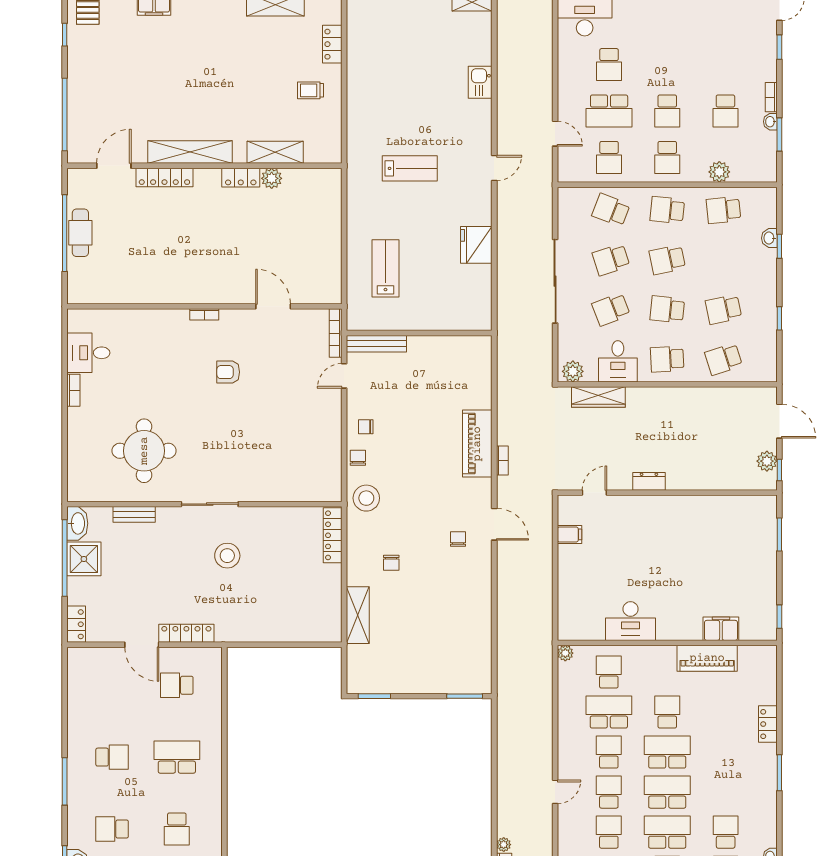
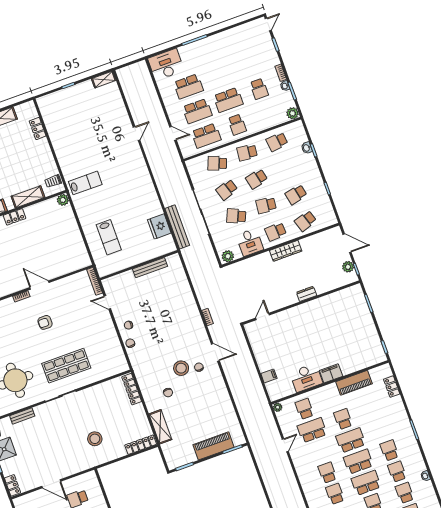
school desk: (609, 65) -> (188, 86), width x1.85
kitchen sink: (480, 82) -> (123, 120), removed
trolley: (310, 90) -> (53, 181), moved
school desk: (667, 111) -> (228, 100), width x1.85
school desk: (609, 157) -> (206, 136), width x1.85
lab bench: (410, 168) -> (85, 183), moved
door: (494, 168) -> (137, 134), moved
plant: (719, 172) -> (293, 113), moved
plant: (272, 178) -> (63, 200), moved
fridge: (476, 245) -> (159, 226), moved
lab bench: (385, 268) -> (109, 237), turned 180
bench: (506, 292) -> (177, 227), added
door: (273, 306) -> (39, 285), moved
school desk: (611, 309) -> (236, 216), turned 45
bench: (376, 344) -> (150, 268), moved
door: (344, 376) -> (107, 302), hinge flipped
wardrobe: (598, 397) -> (286, 251), moved
piano: (477, 444) -> (214, 446), moved, turned 90
shop shelf: (238, 457) -> (66, 366), added
dresser: (649, 481) -> (307, 294), moved
stool: (366, 498) -> (181, 368), moved
filing cabinet: (569, 534) -> (269, 376), moved
stool: (227, 556) -> (95, 439), moved
filing cabinet: (721, 629) -> (331, 373), moved
locker: (186, 633) -> (141, 445), moved
locker: (768, 724) -> (392, 387), moved
school desk: (609, 752) -> (389, 450), moved
door: (555, 792) -> (285, 445), moved

